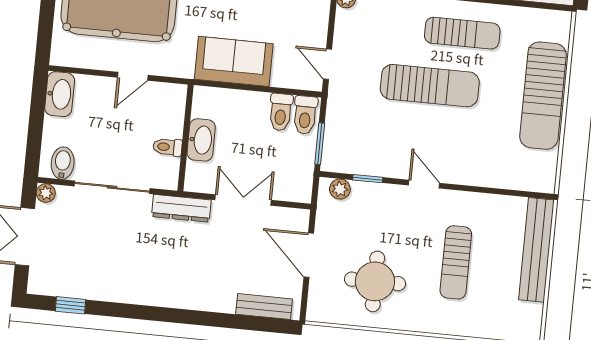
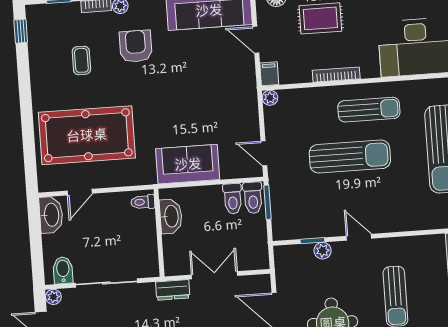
door: (133, 76) -> (80, 192), moved
washbasin: (201, 140) -> (171, 216), moved
window: (320, 144) -> (267, 202), moved
toilet: (167, 147) -> (143, 202), moved
plant: (340, 189) -> (323, 251), moved
dresser: (181, 208) -> (173, 290), width x0.70

